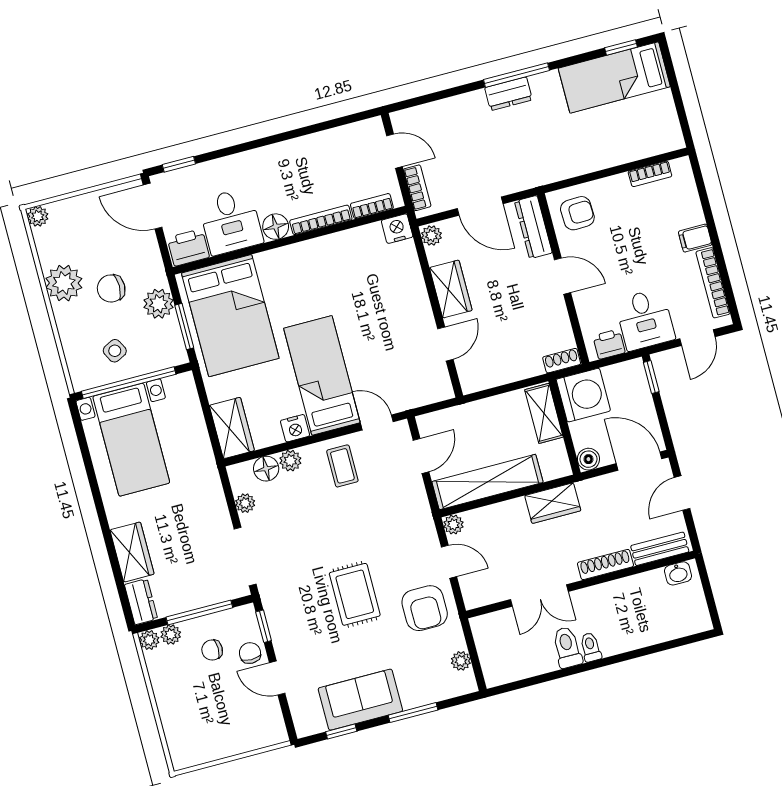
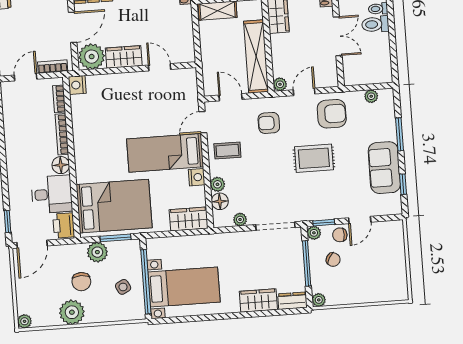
plant: (431, 236) -> (92, 57), width x1.87, depth x1.87
armchair: (394, 519) -> (269, 123), added
plant: (171, 635) -> (314, 233), moved
chair: (212, 650) -> (333, 260), turned -58

